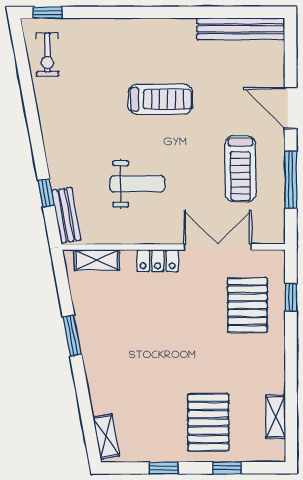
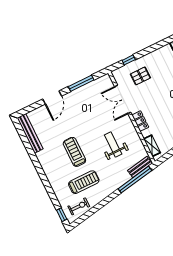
treadmill: (240, 169) -> (84, 182), moved
window: (46, 193) -> (135, 180), width x3.17
pallet: (247, 305) -> (140, 76), width x0.67, depth x0.71

